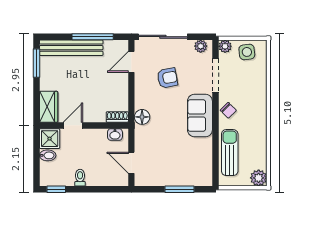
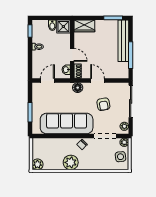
door: (131, 62) -> (98, 81), moved
sofa: (200, 115) -> (67, 124), width x1.85, depth x1.27
door: (73, 125) -> (72, 55), moved
plant: (256, 128) -> (71, 162), added
sun lounger: (230, 153) -> (54, 145), removed

